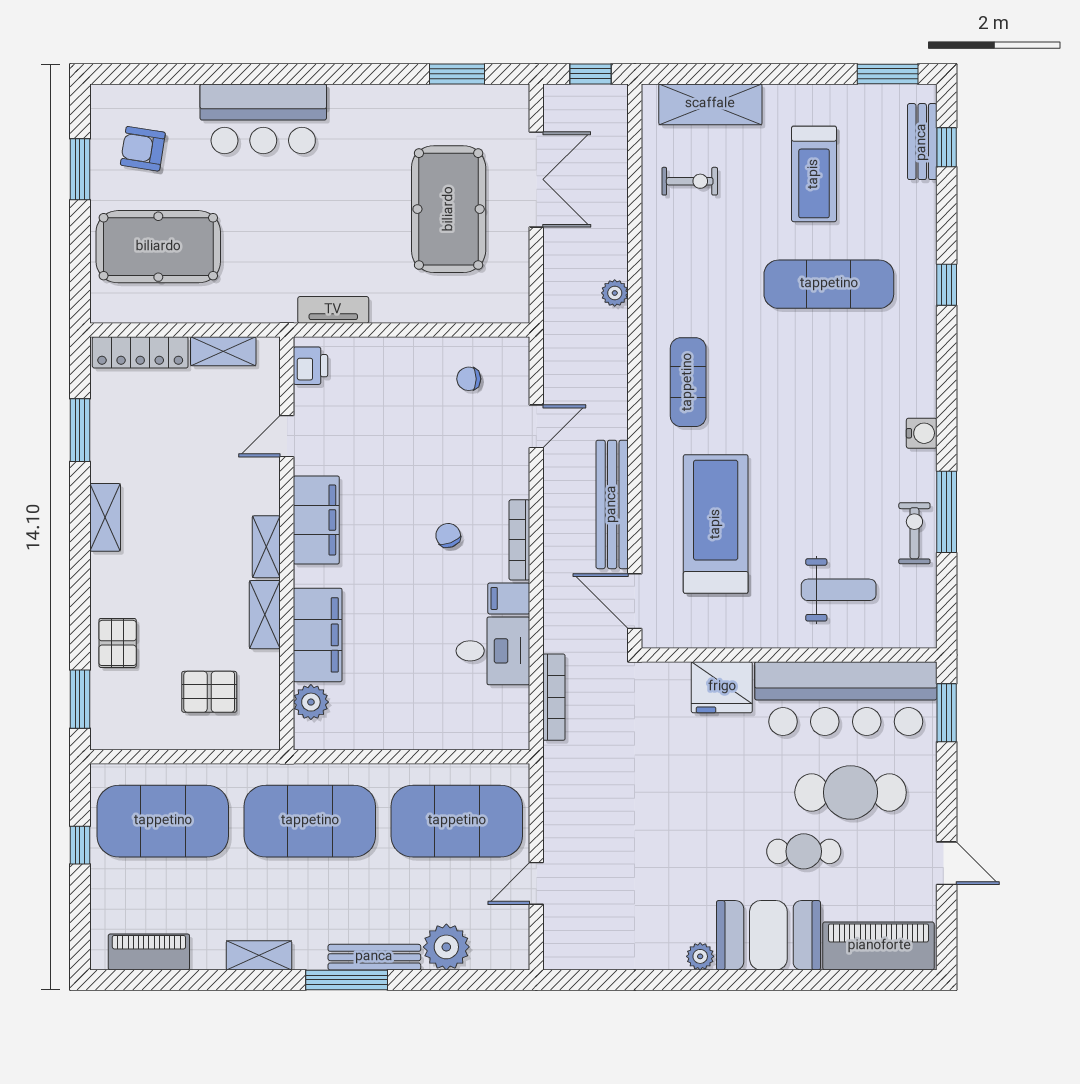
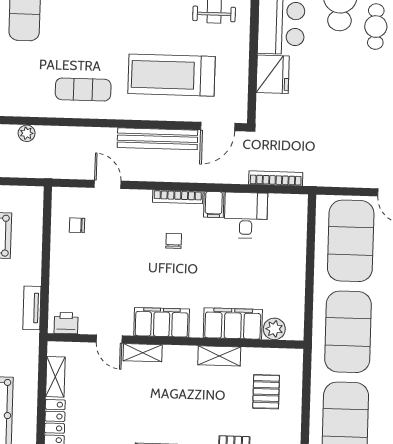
chair: (469, 379) -> (77, 225), turned 90
chair: (448, 535) -> (174, 241), turned 110
shelving: (266, 547) -> (143, 353), moved

